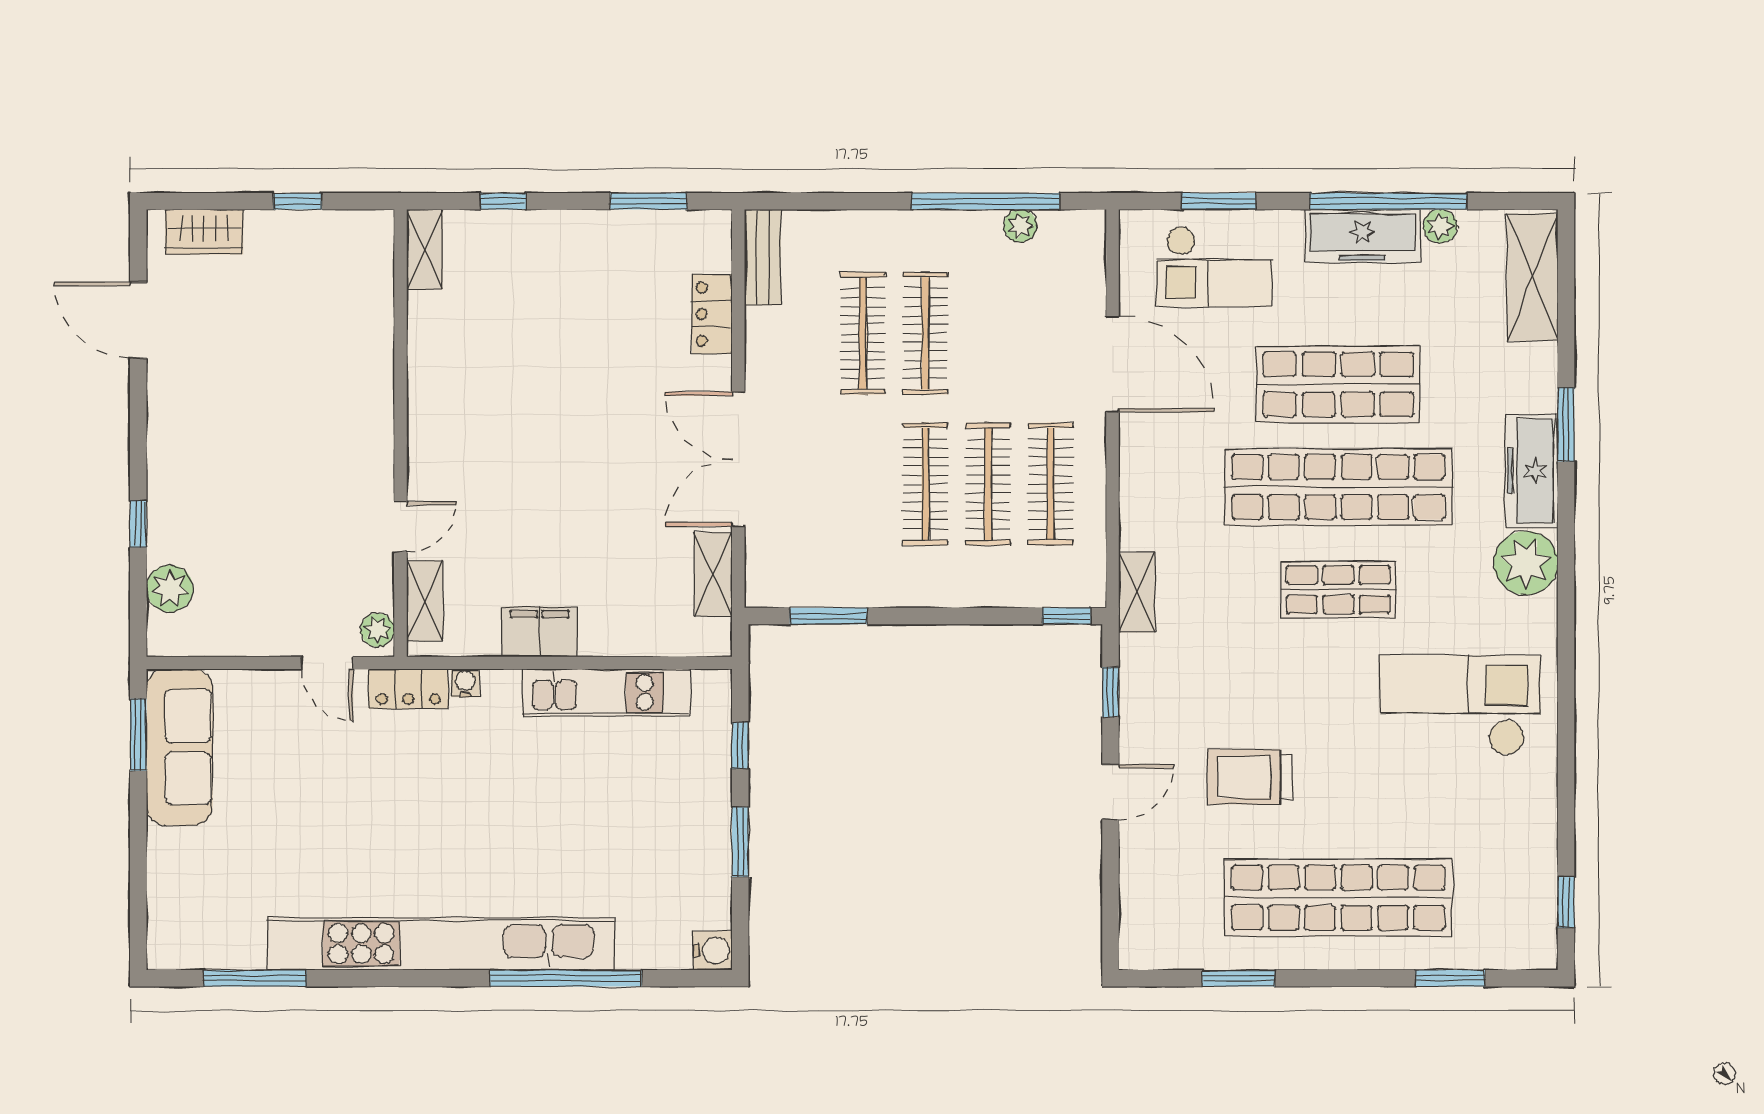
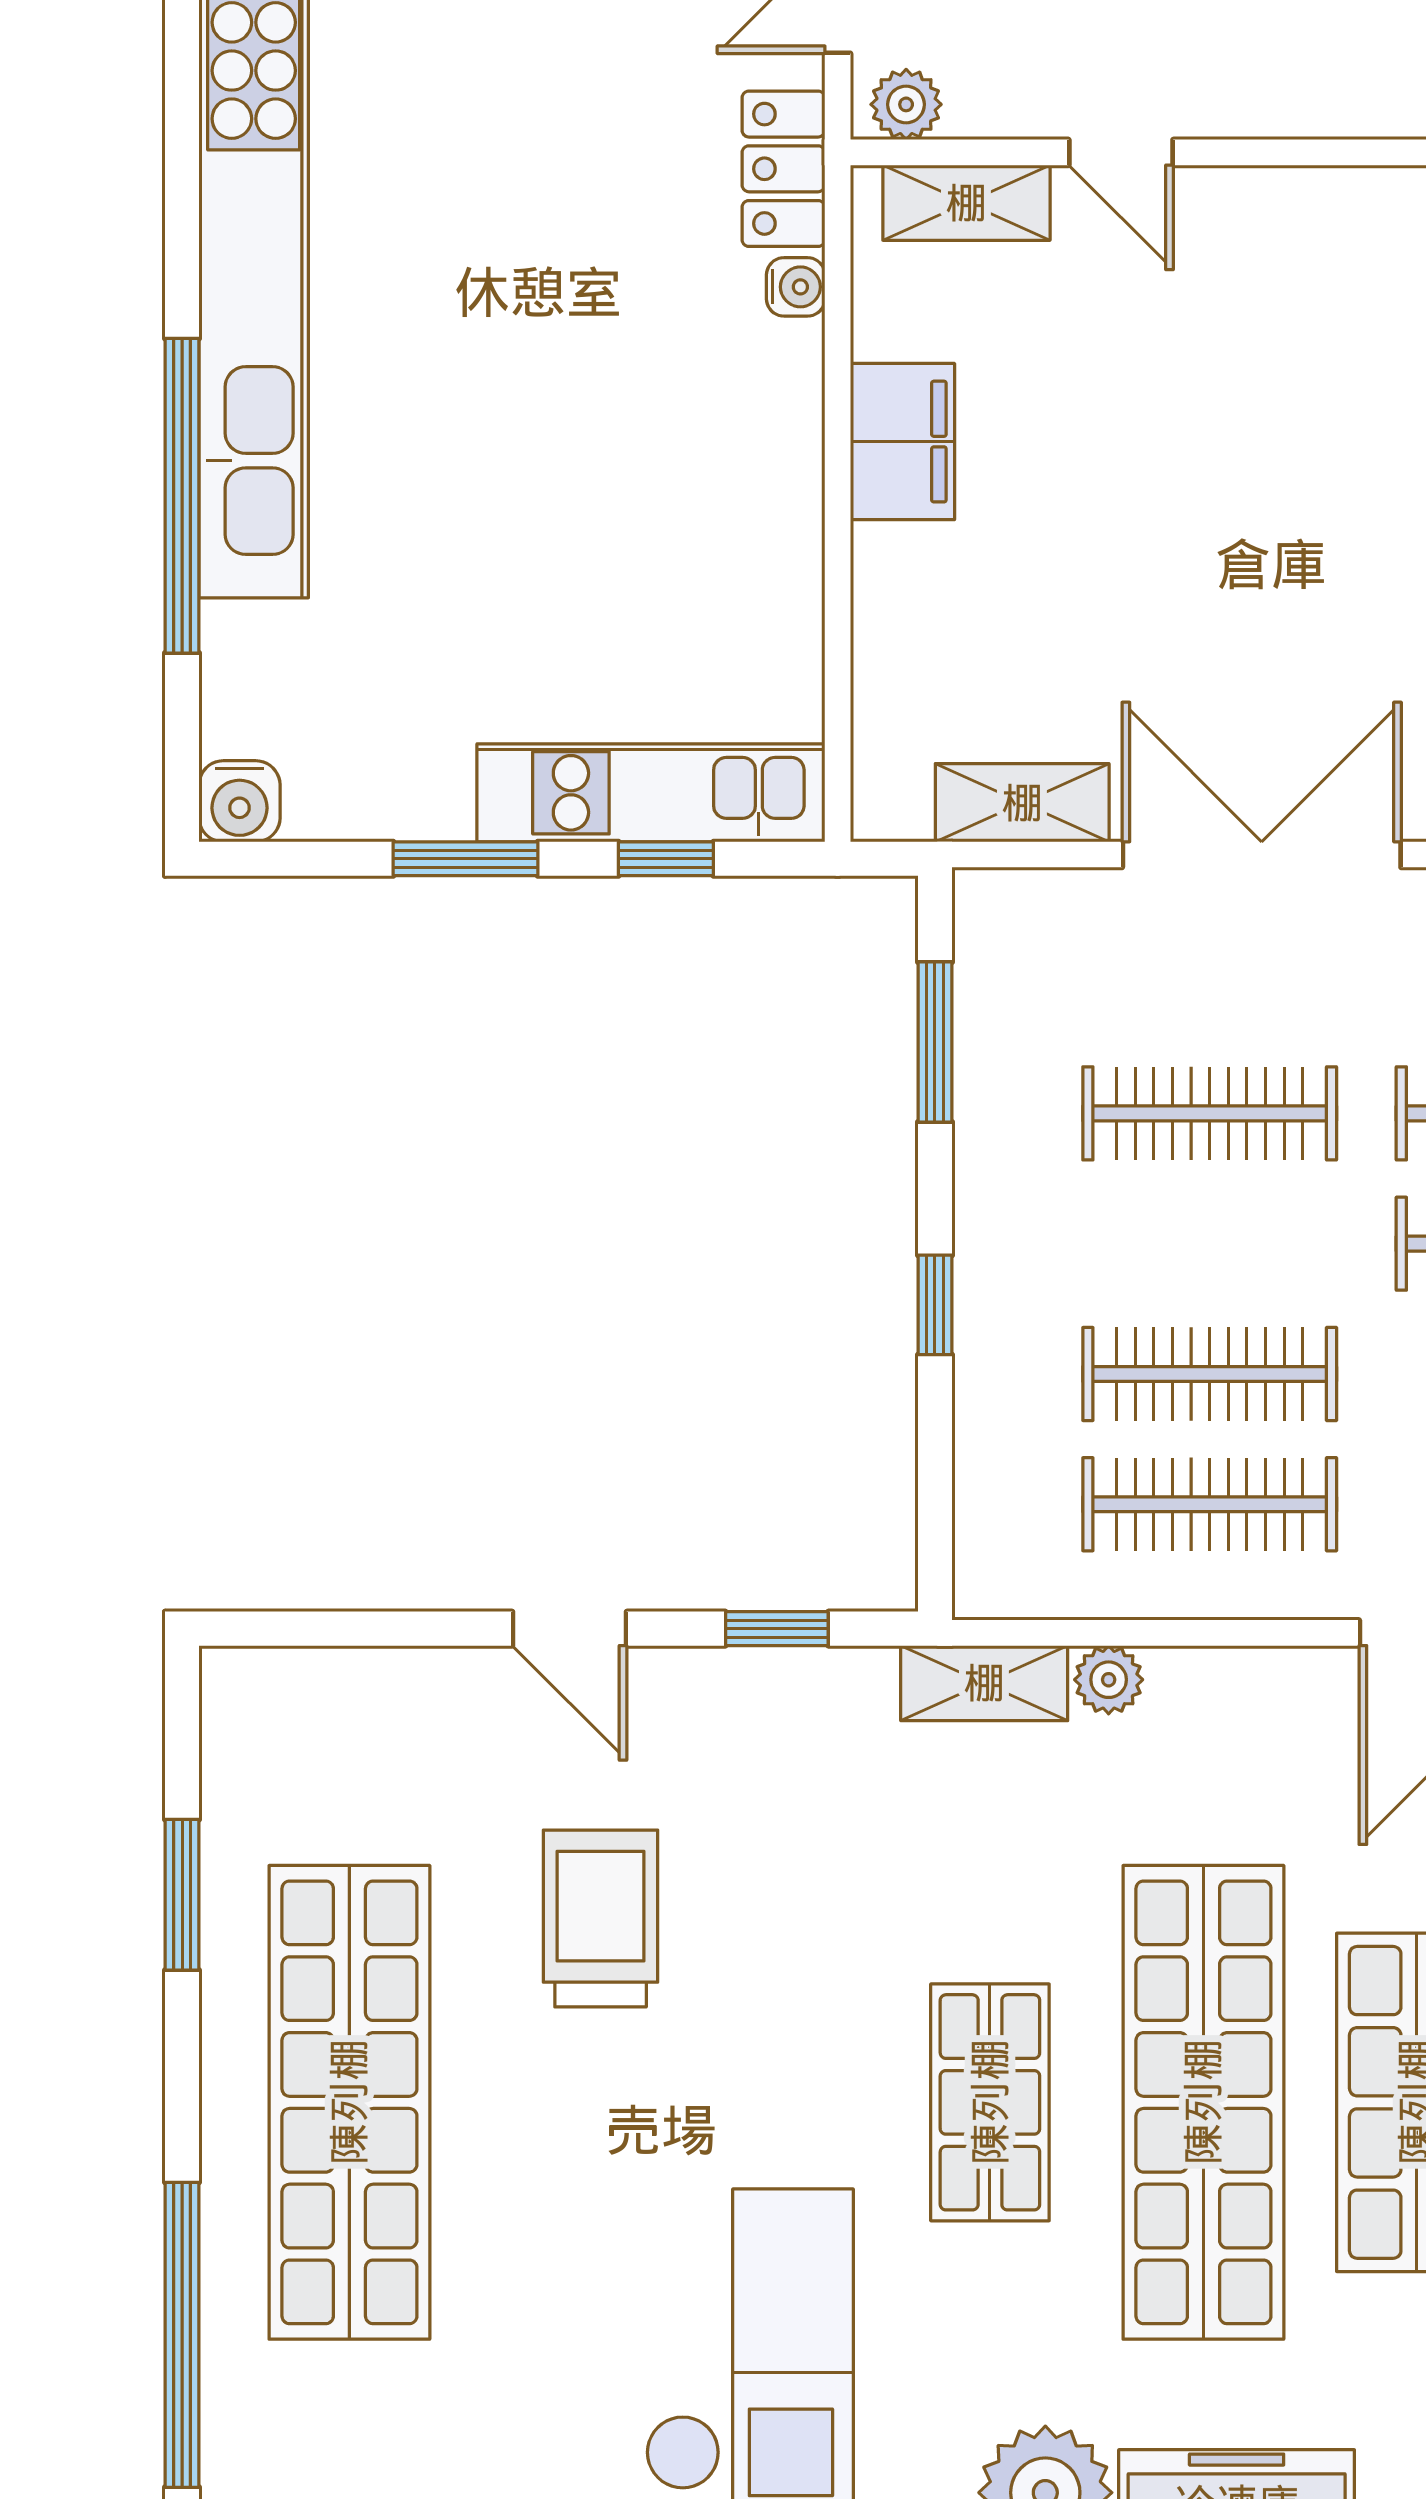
clothes rail: (925, 484) -> (1210, 1113), moved
plant: (1135, 533) -> (1109, 1680), added
window: (1067, 616) -> (935, 1305), moved
kitchen unit: (606, 693) -> (651, 793), moved, turned 90
window: (1450, 978) -> (182, 2335), width x2.11

